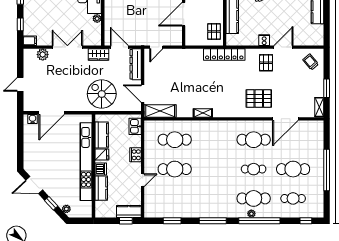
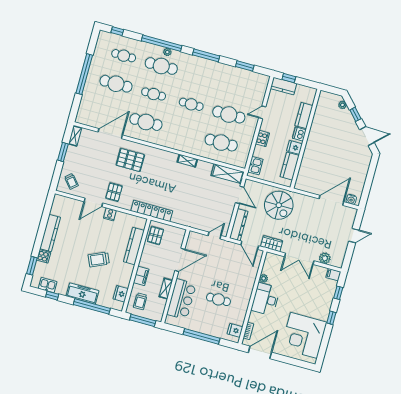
kitchen unit: (86, 162) -> (311, 145), removed
cafe table: (214, 169) -> (191, 104), added

